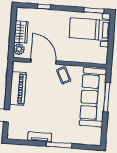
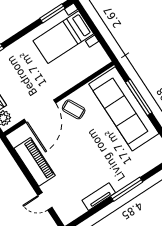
door: (43, 61) -> (40, 111), swing flipped

